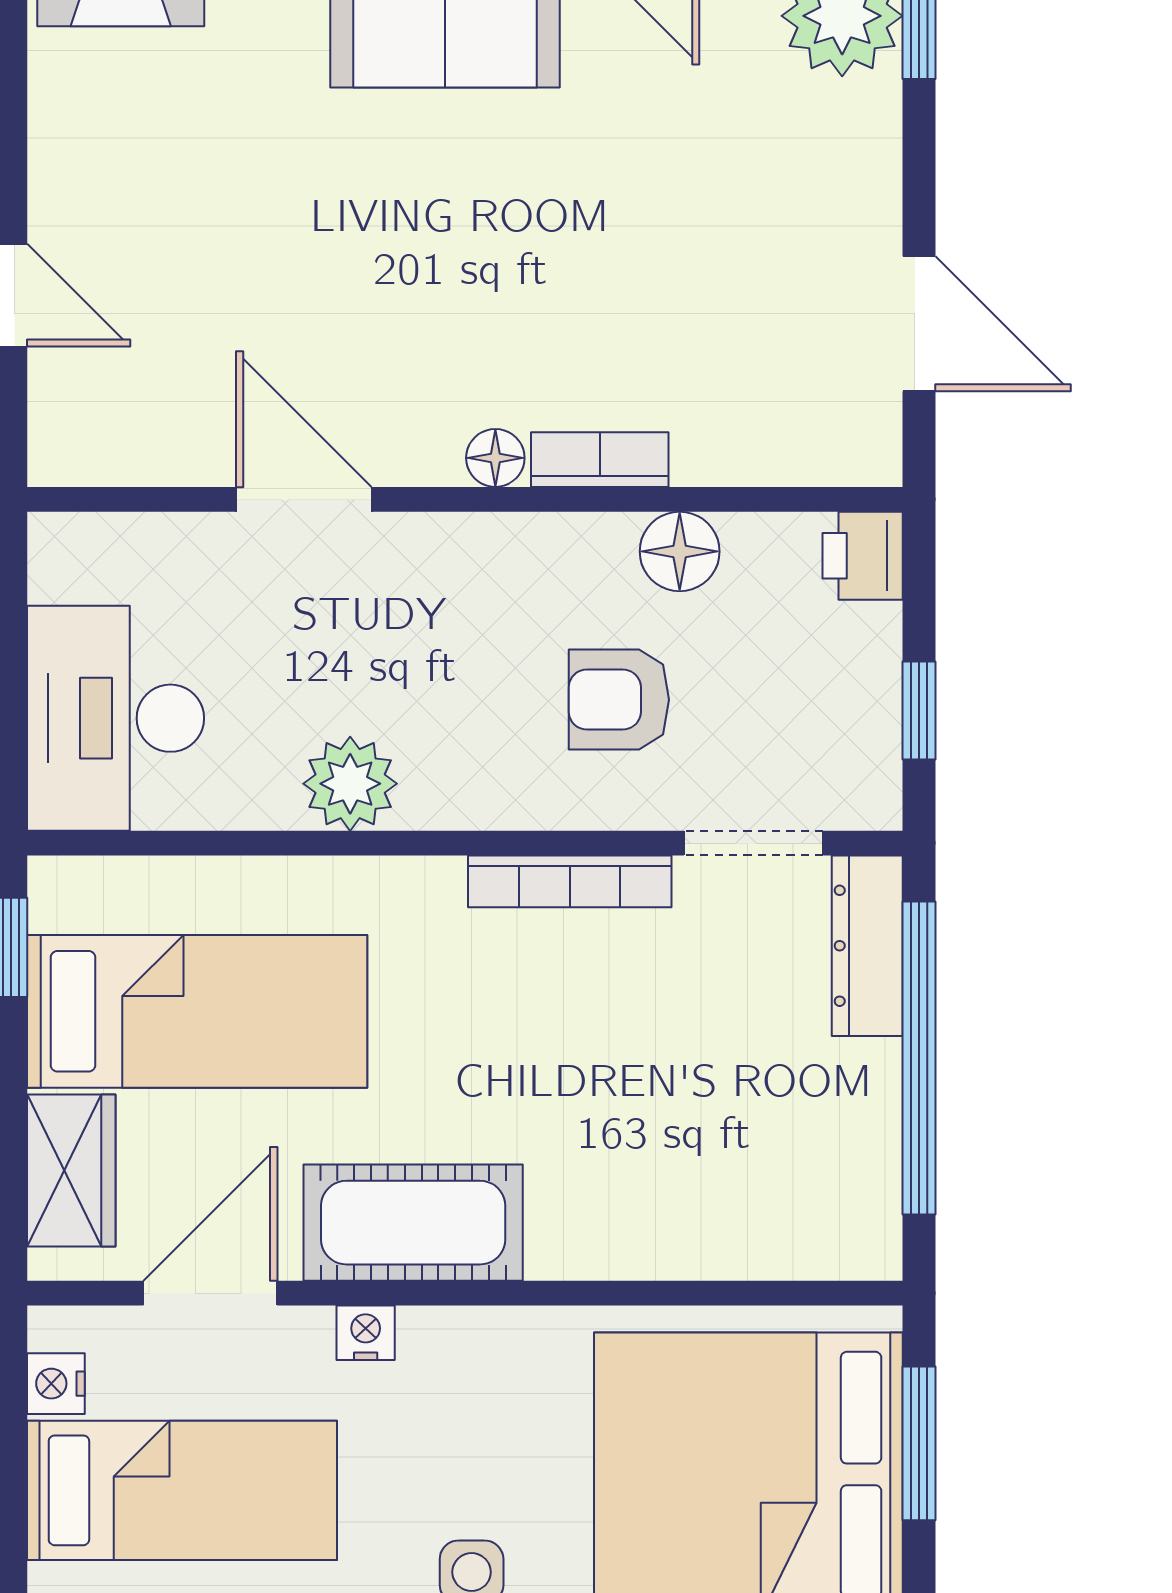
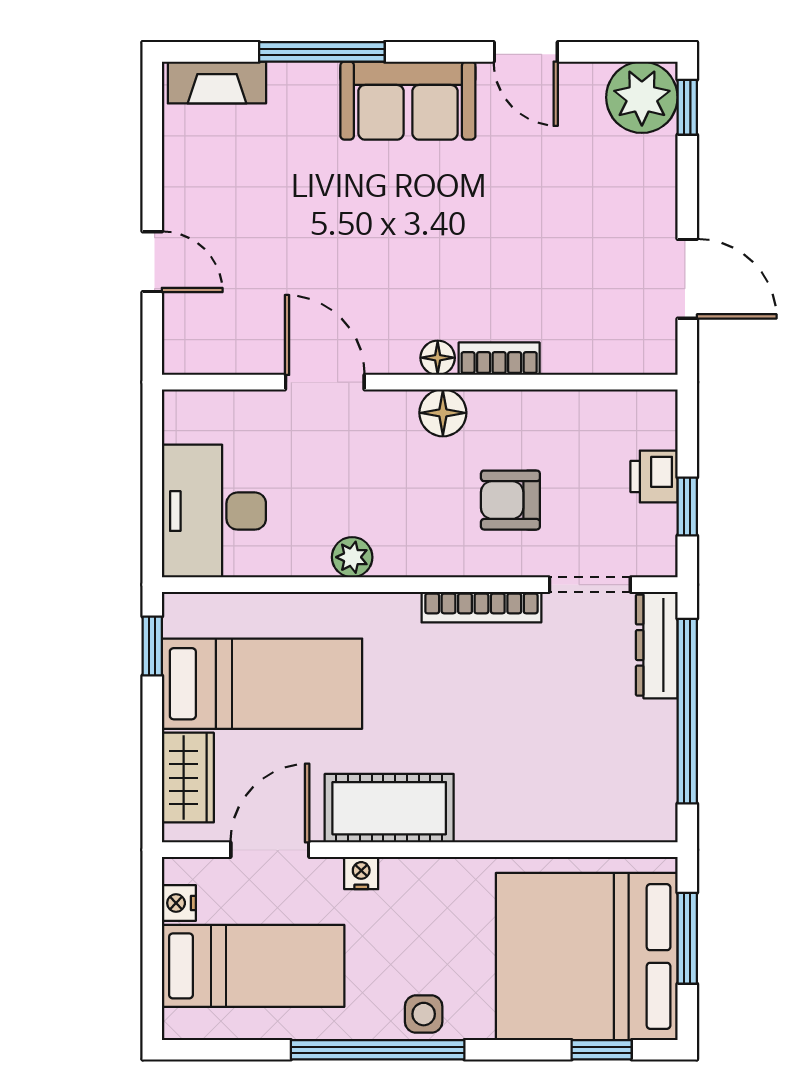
floor lamp: (680, 551) -> (443, 413), moved
printer: (863, 556) -> (654, 476), moved
plant: (350, 784) -> (352, 557), width x0.73, depth x0.73

